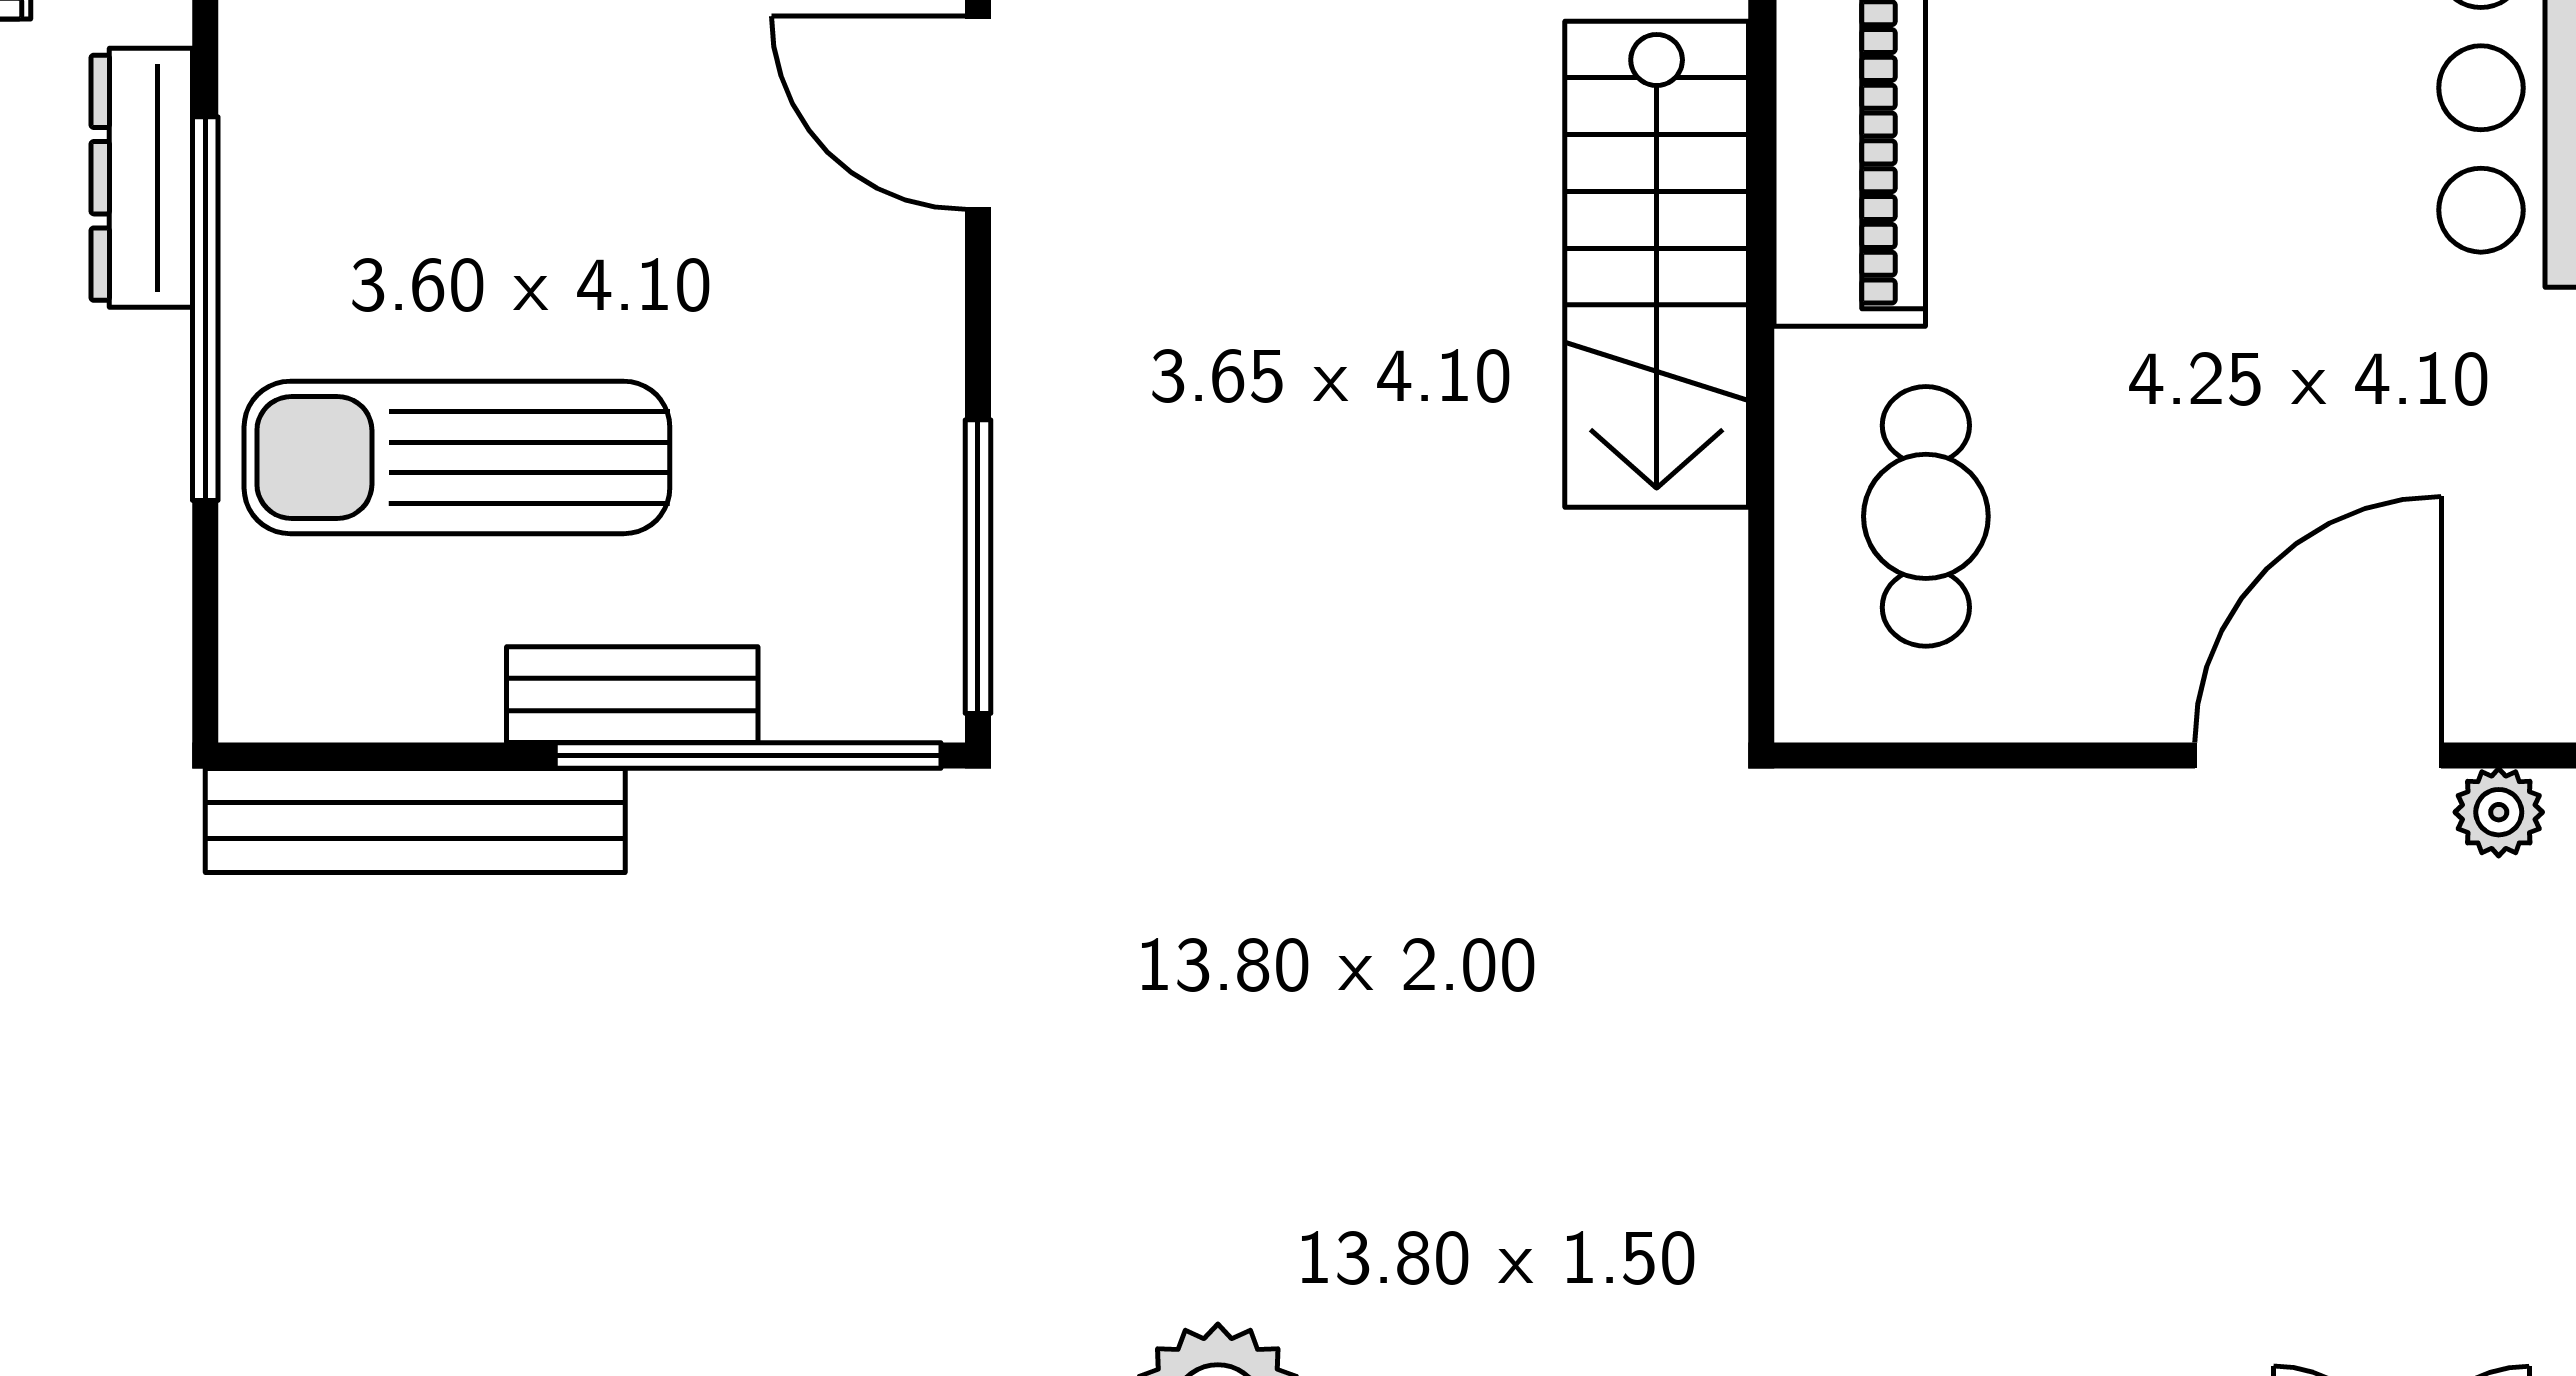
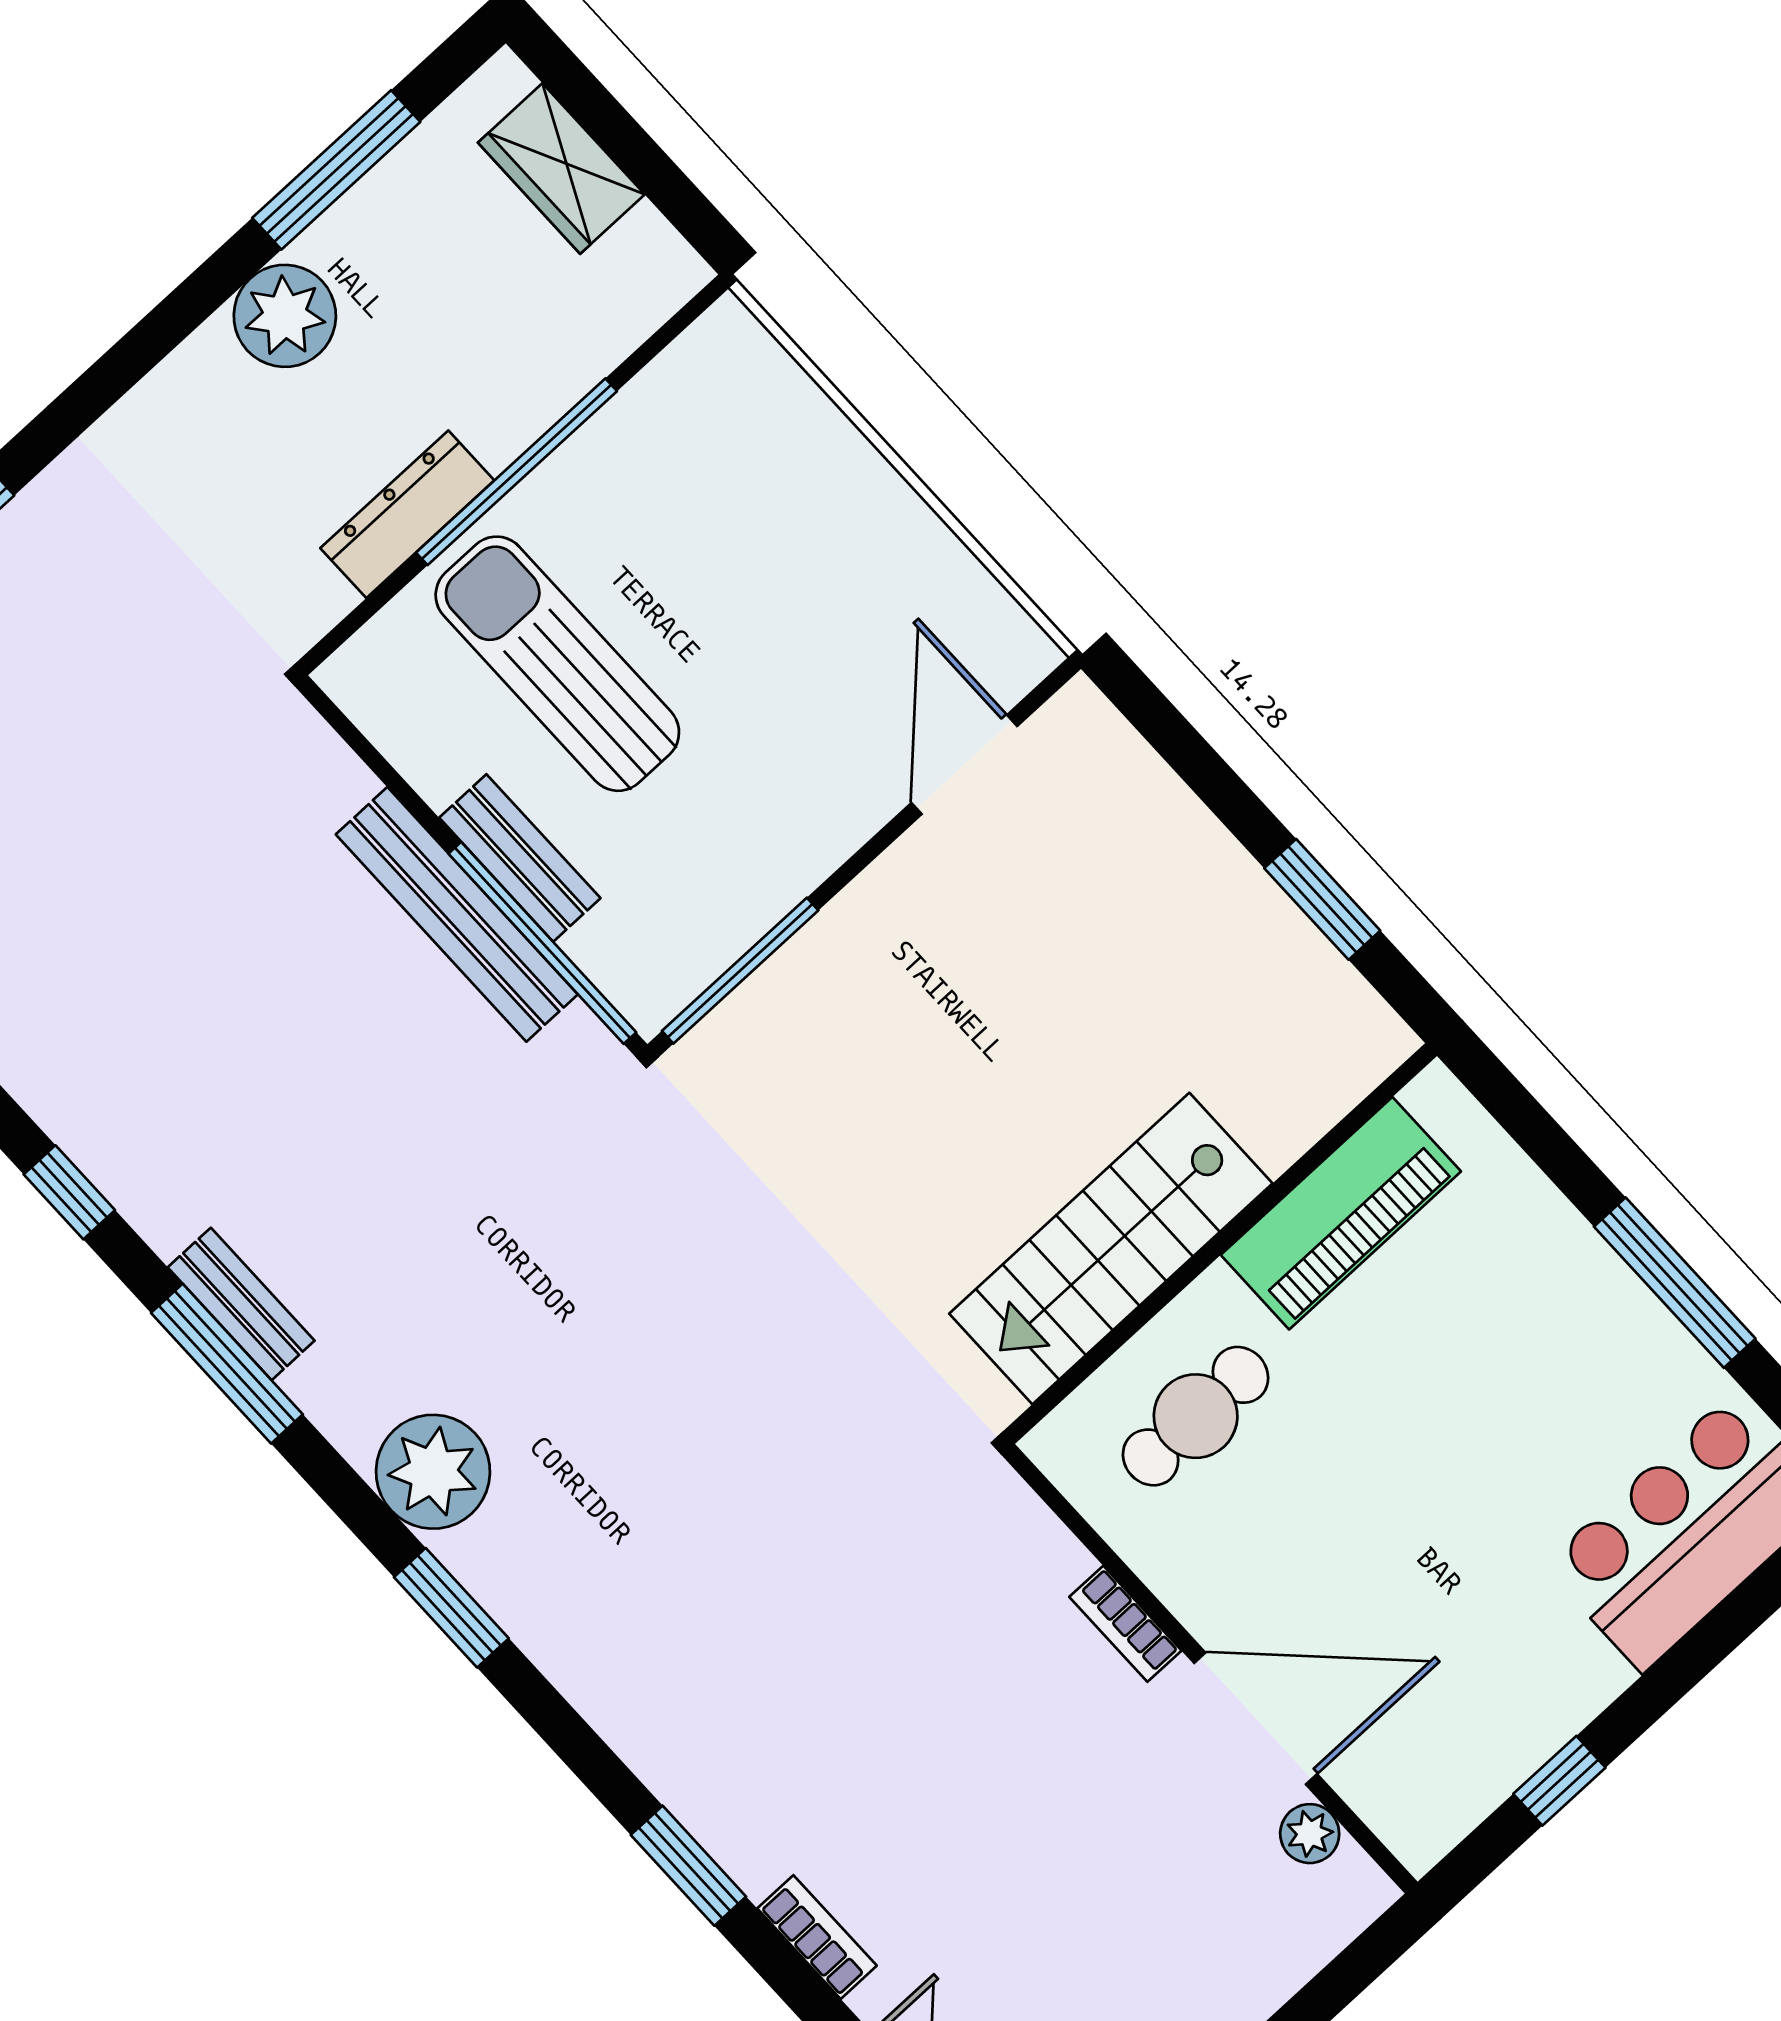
dresser: (142, 178) -> (407, 514), moved
stairs: (1657, 264) -> (1111, 1248), moved
bookcase: (2083, 803) -> (1125, 1624), added
bench: (415, 820) -> (457, 914), moved

